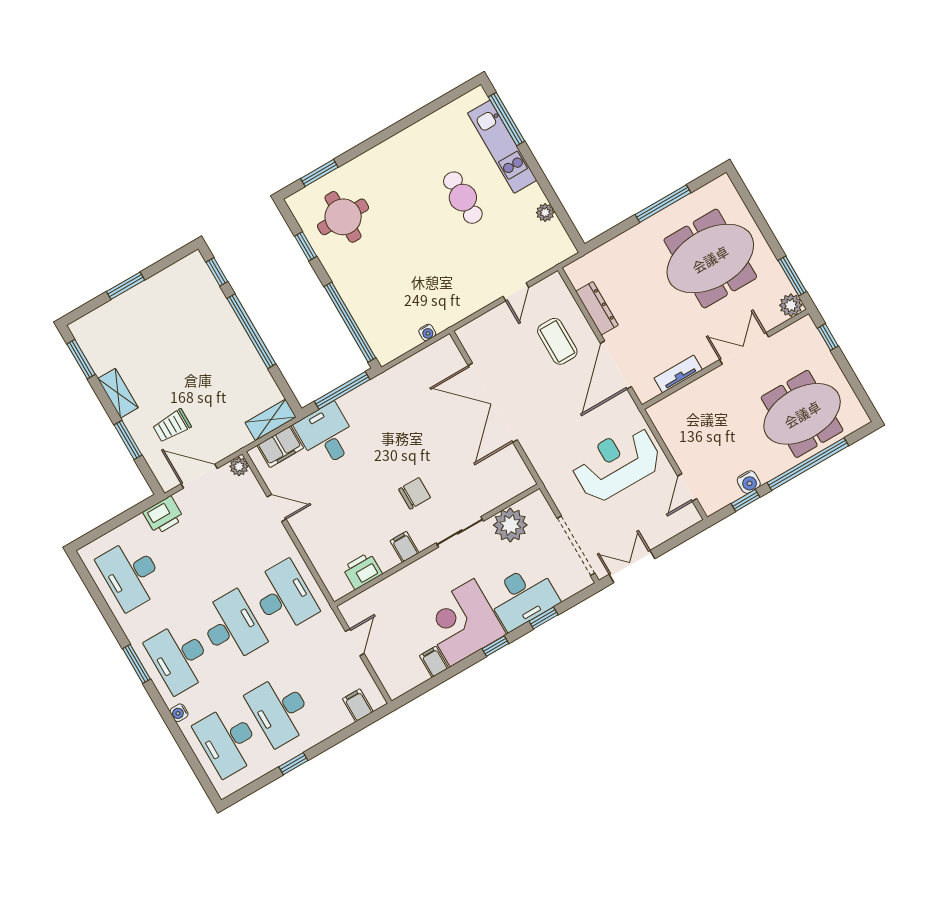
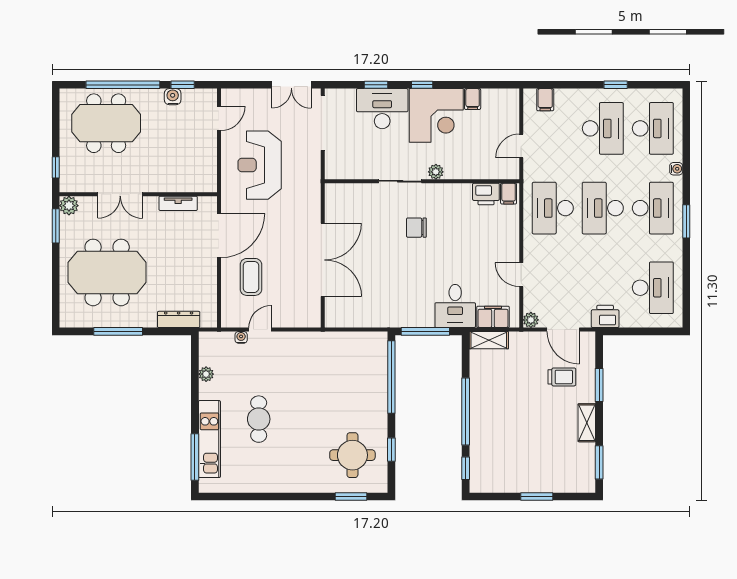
dresser: (597, 308) -> (179, 319), moved, turned 90
water cooler: (427, 332) -> (241, 337), moved
reception desk: (616, 463) -> (260, 165), turned 90
plant: (510, 525) -> (436, 172), moved, width x0.53, depth x0.53
filing cabinet: (404, 547) -> (509, 194), moved

